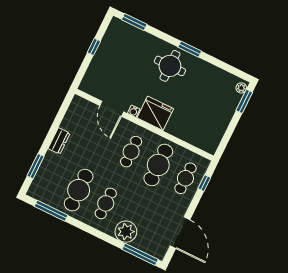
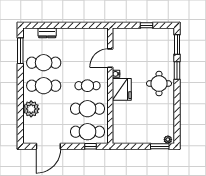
window: (190, 49) -> (177, 70), moved
dresser: (59, 141) -> (47, 33), moved
window: (35, 166) -> (46, 25), removed
cafe table: (185, 178) -> (87, 132), width x1.37, depth x1.35
cafe table: (106, 203) -> (44, 86), width x1.37, depth x1.35
window: (140, 254) -> (20, 126), removed

